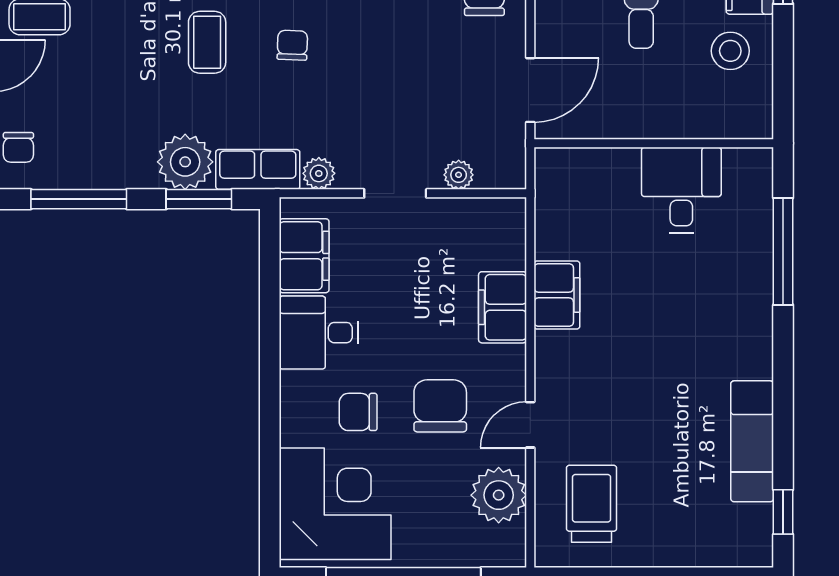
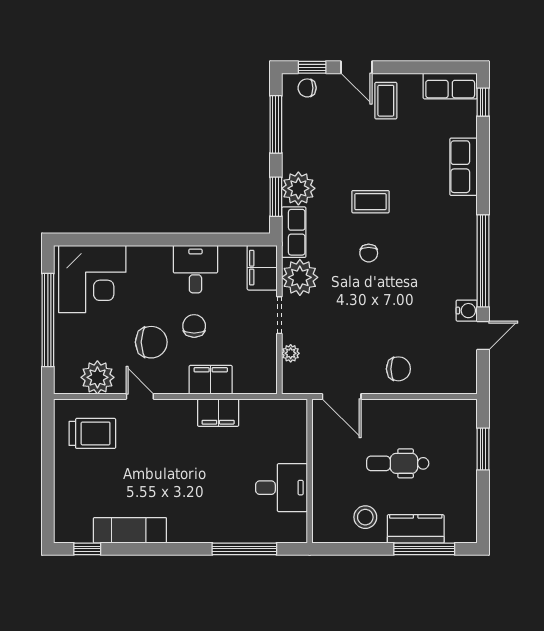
chair: (292, 45) -> (369, 253), turned 88
plant: (319, 173) -> (300, 277), width x1.88, depth x1.88
filing cabinet: (304, 256) -> (262, 268), moved, turned 90
chair: (358, 412) -> (194, 326), moved

